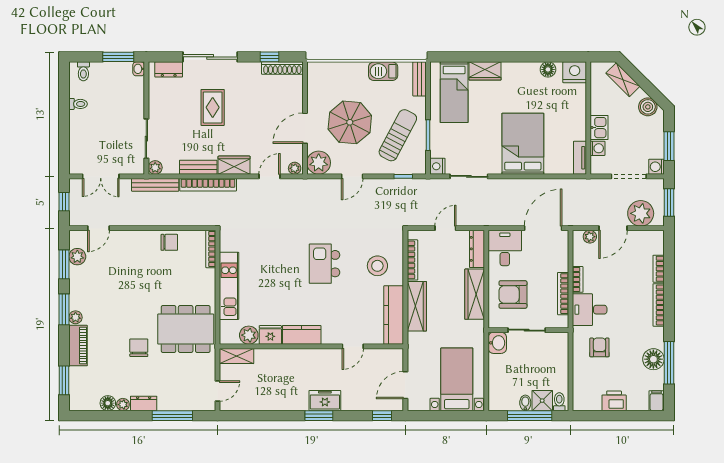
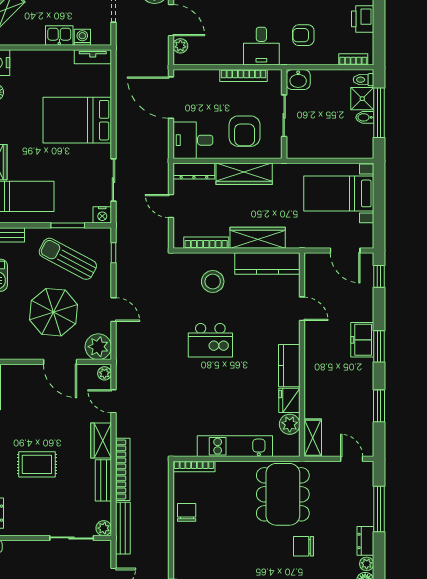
bookcase: (578, 279) -> (353, 59), moved
washbasin: (497, 343) -> (298, 80), moved, turned 180
window: (265, 416) -> (379, 406), added

